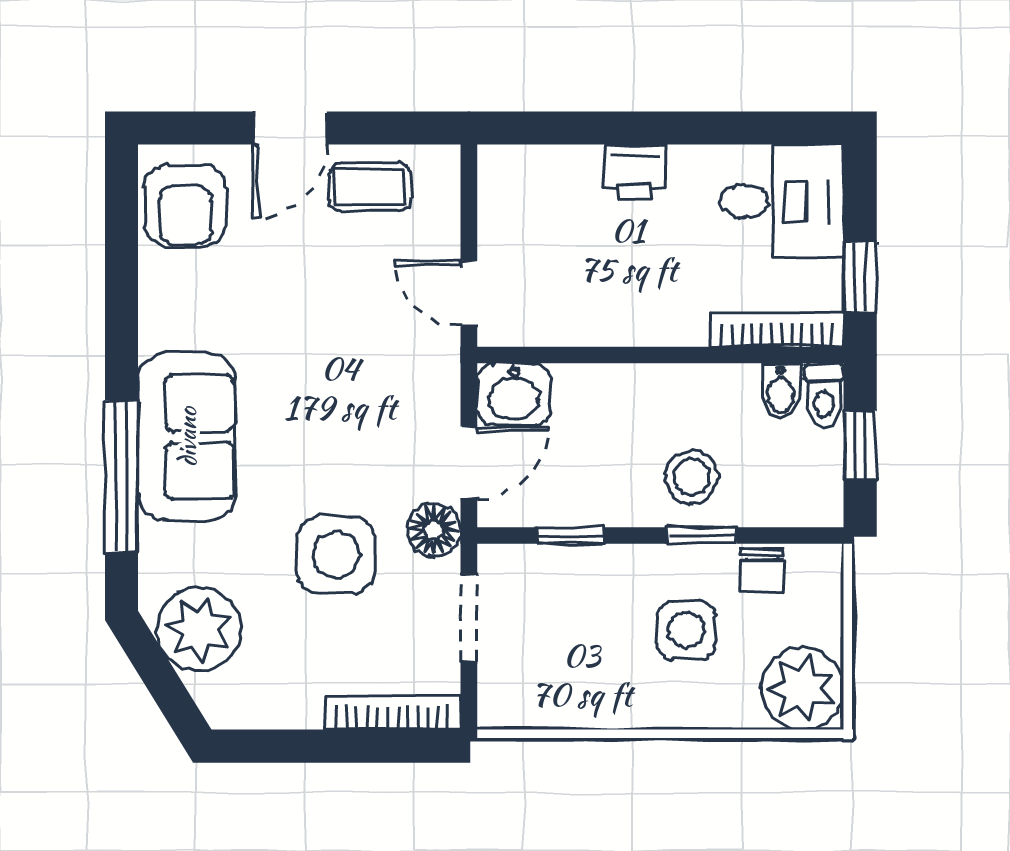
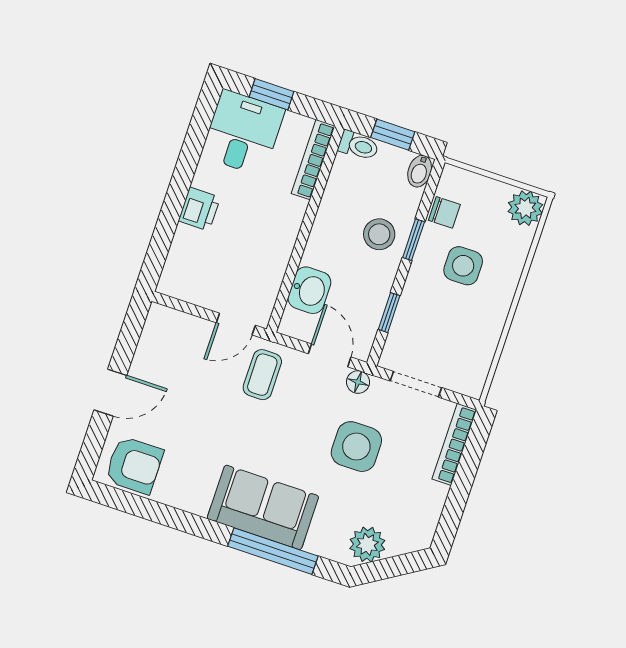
door: (290, 128) -> (110, 393), hinge flipped
coffee table: (370, 187) -> (262, 375), moved
window: (860, 277) -> (271, 94), moved
bidet: (781, 391) -> (420, 171), moved, turned 90
washbasin: (514, 394) -> (309, 290), moved
floor lamp: (434, 530) -> (358, 382), width x0.73, depth x0.73
plant: (199, 629) -> (367, 544), width x0.73, depth x0.73
plant: (802, 688) -> (525, 208), width x0.73, depth x0.73

